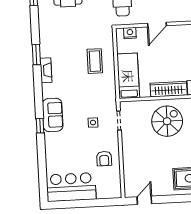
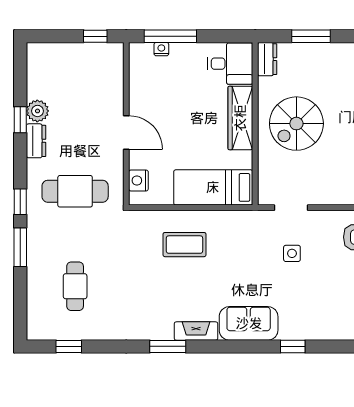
sofa: (53, 115) -> (249, 323), moved
spiral stairs: (167, 121) -> (296, 124), turned -90

